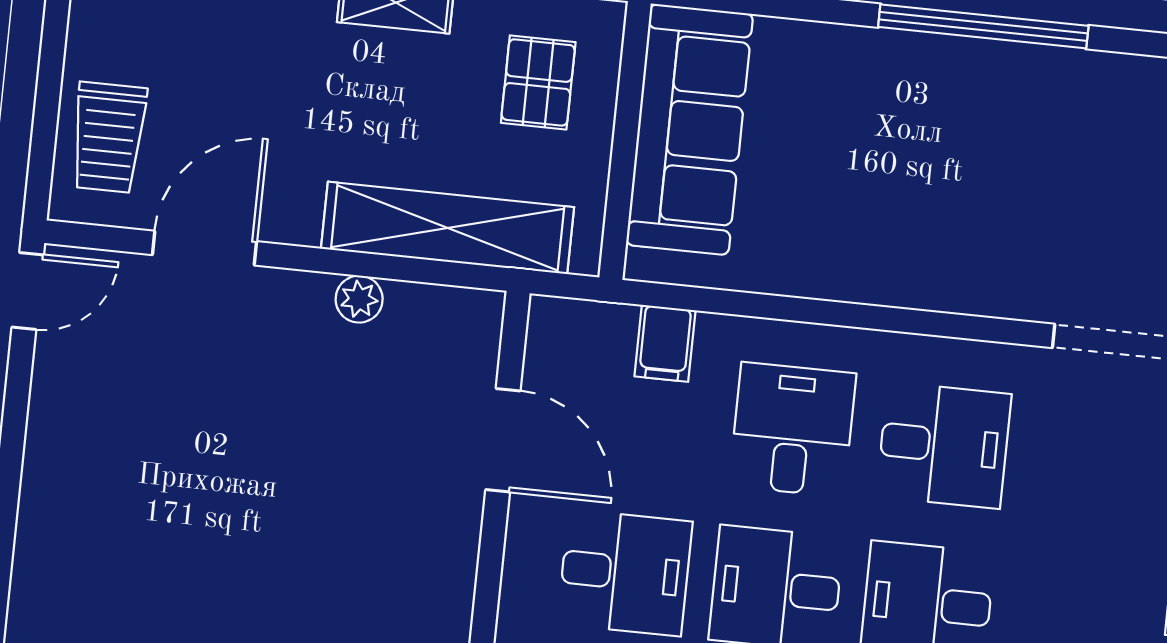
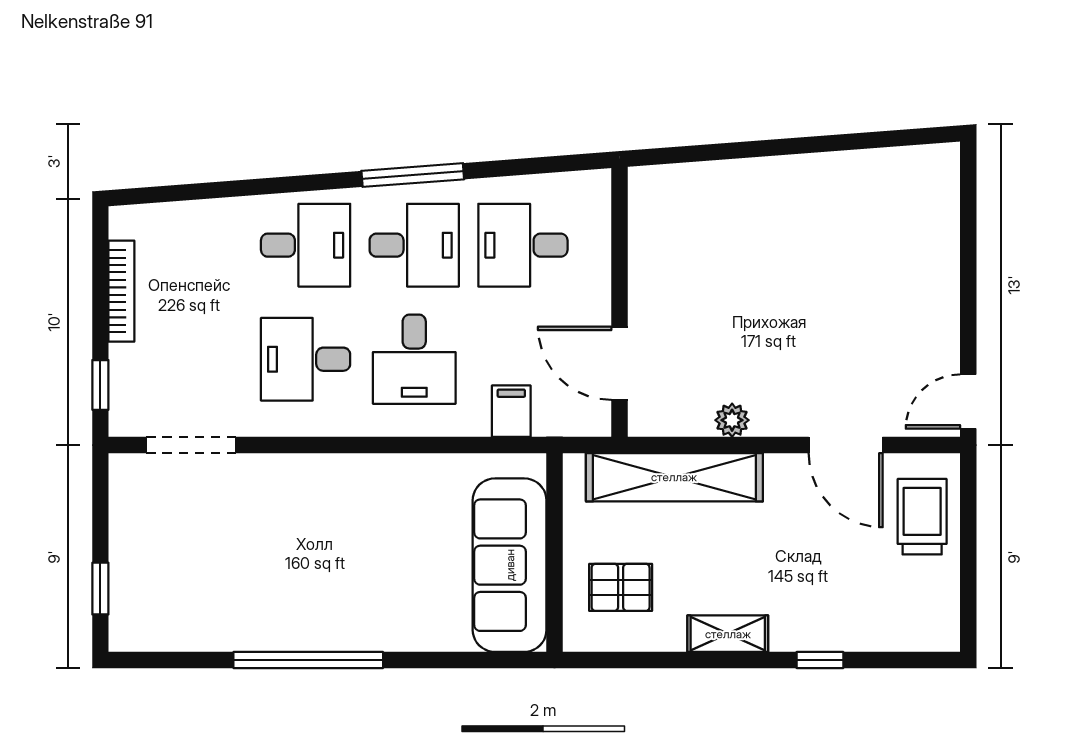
pallet: (538, 82) -> (621, 587), turned 90
door: (205, 248) -> (846, 445), hinge flipped
door: (503, 440) -> (619, 363), moved

